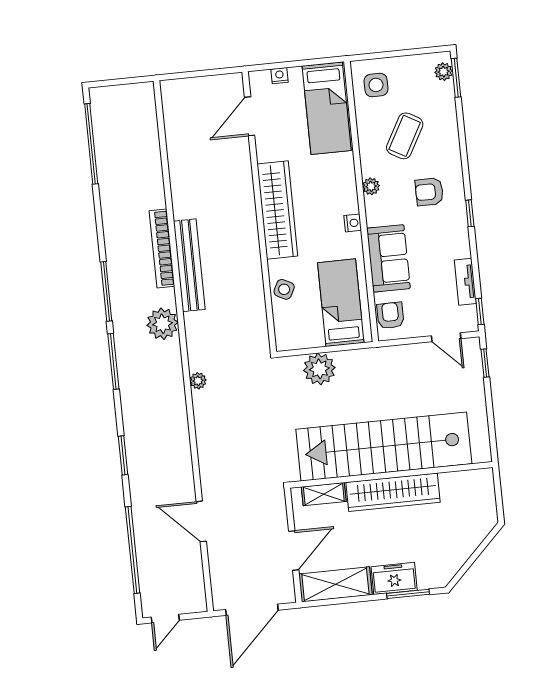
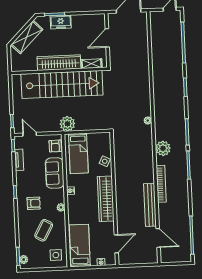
bench: (189, 265) -> (150, 205), moved
plant: (319, 369) -> (67, 124), moved
door: (201, 521) -> (158, 238), moved
shelving: (335, 584) -> (27, 37), moved, turned -45

